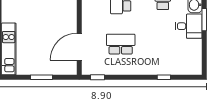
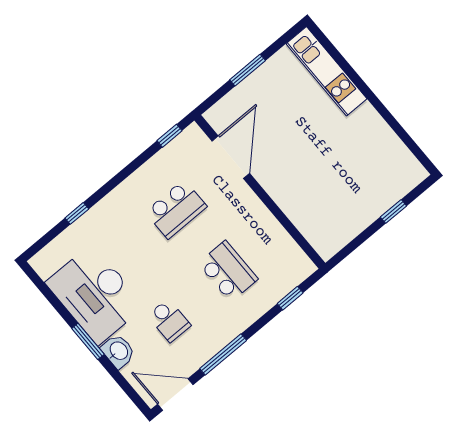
desk: (189, 26) -> (95, 294), width x1.87, depth x1.30

